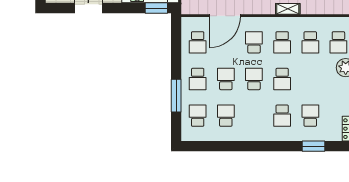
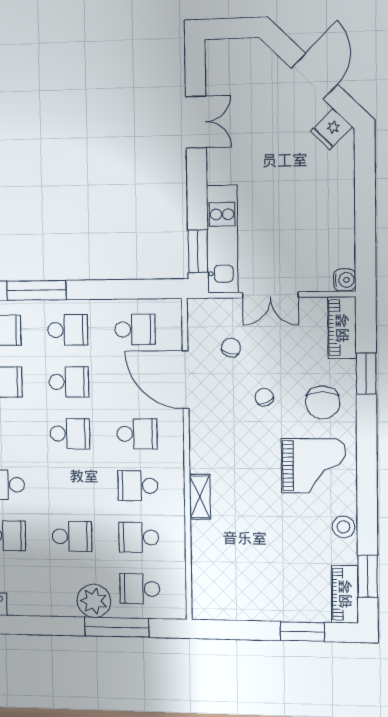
school desk: (198, 42) -> (135, 329), turned 180
school desk: (198, 79) -> (68, 330), turned 180
school desk: (282, 79) -> (72, 536), moved, turned 180

